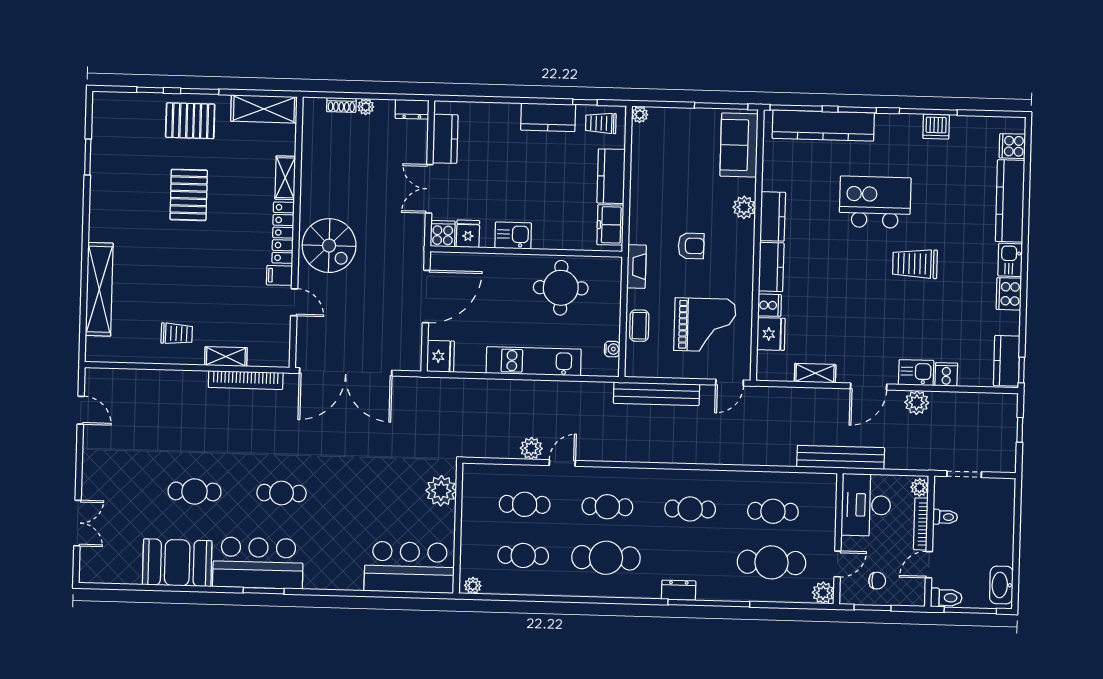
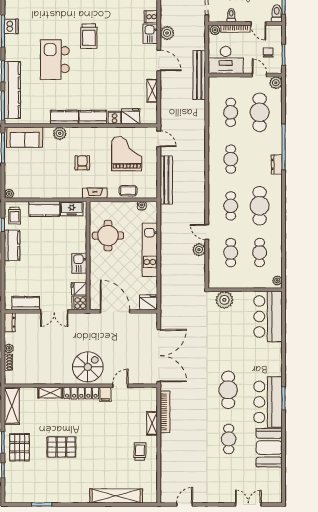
cafe table: (281, 493) -> (228, 390), width x1.37, depth x1.35

